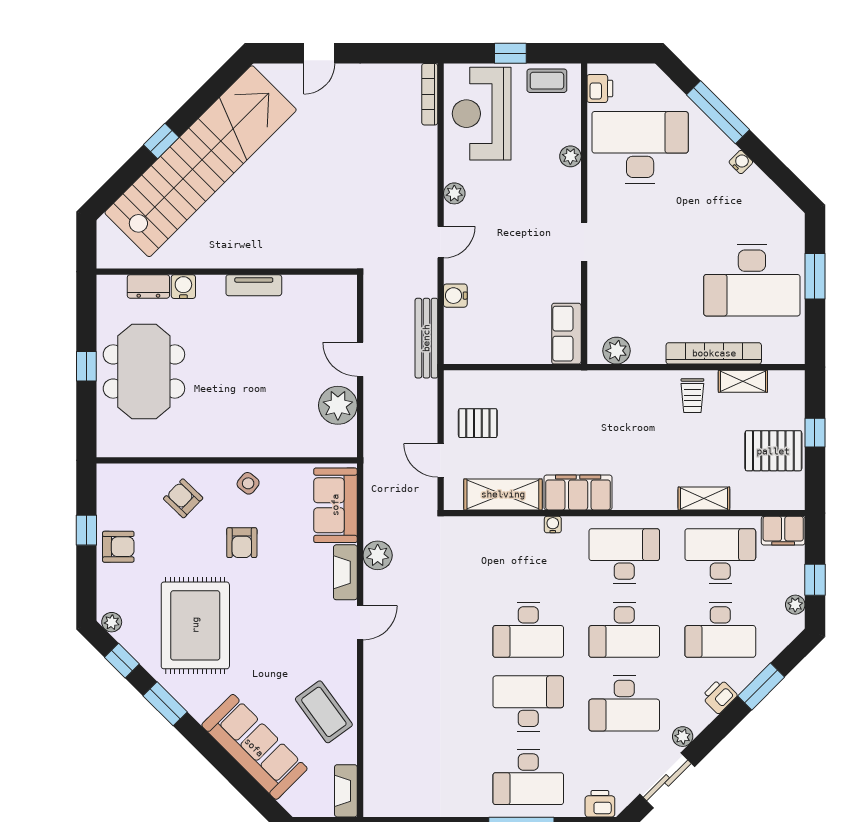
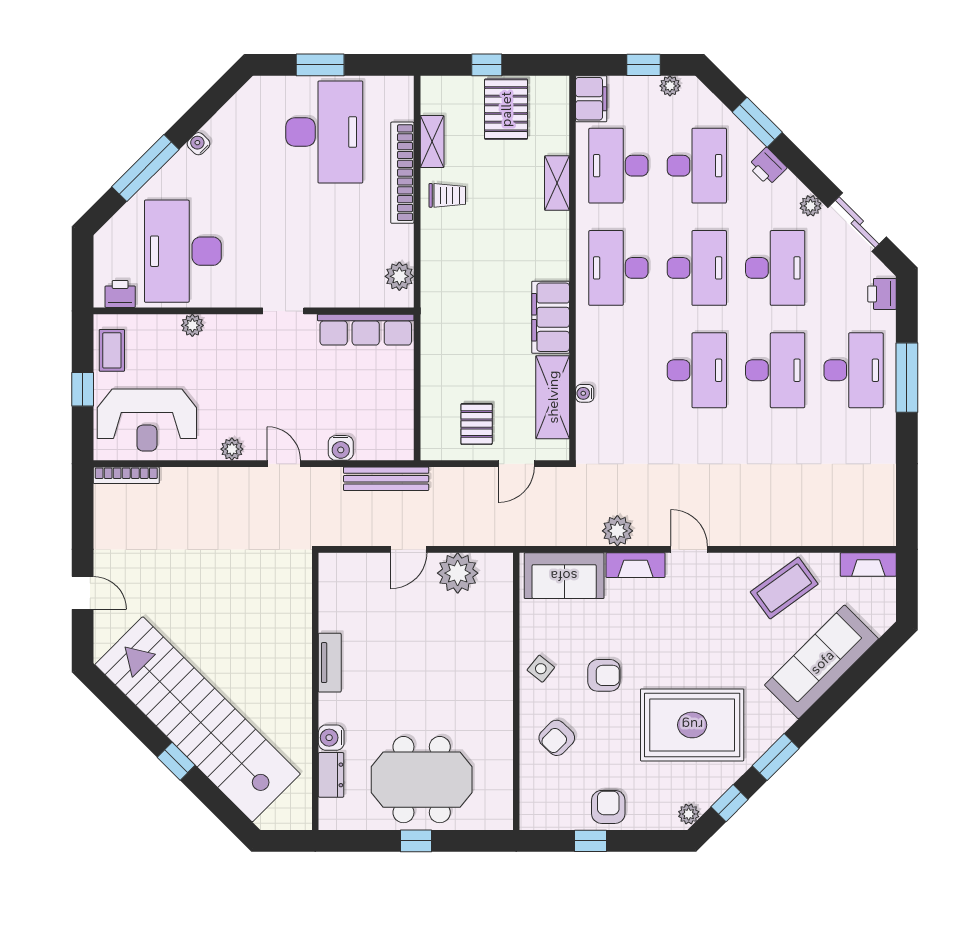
row of seats: (566, 334) -> (366, 330), width x1.48
water cooler: (553, 525) -> (585, 393), moved
desk: (528, 703) -> (775, 370), turned 180

